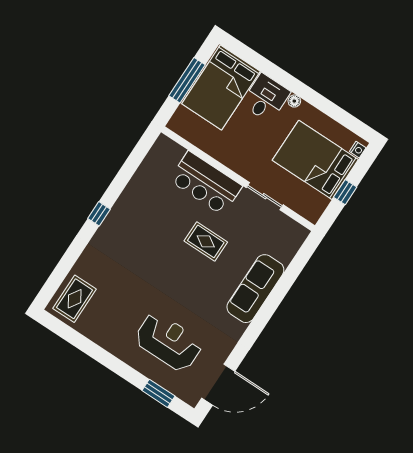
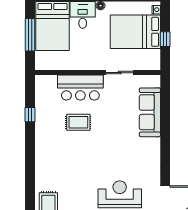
window: (99, 214) -> (30, 115), moved
rug: (206, 241) -> (78, 122), moved
sofa: (255, 289) -> (150, 112), moved

